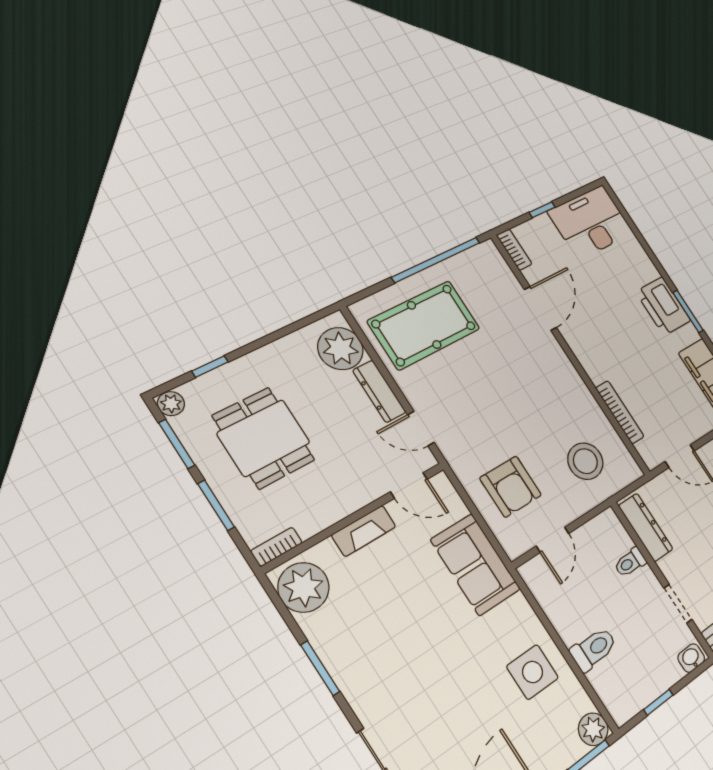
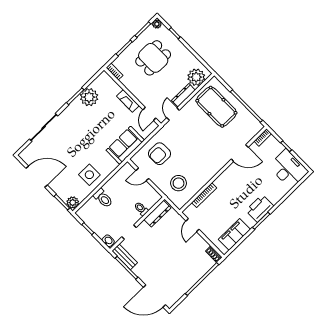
plant: (303, 587) -> (89, 97), moved

